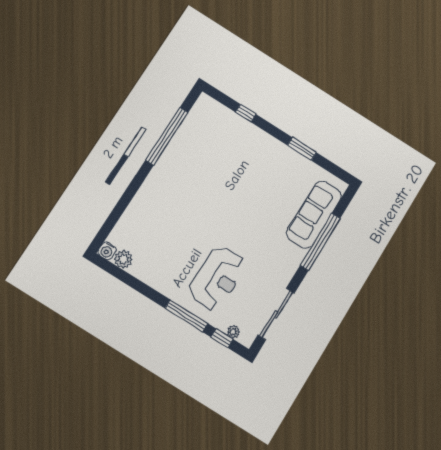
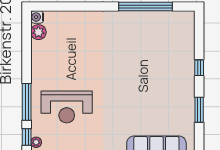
window: (246, 113) -> (199, 68), moved

